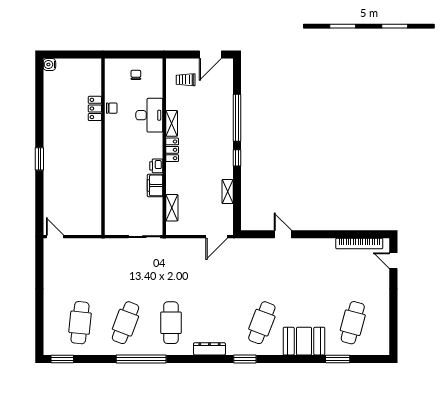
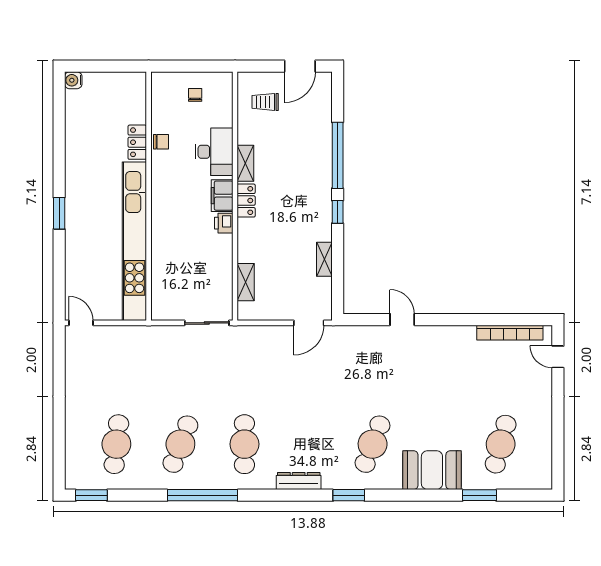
kitchen unit: (93, 179) -> (134, 241), added
filing cabinet: (155, 185) -> (222, 196), moved

